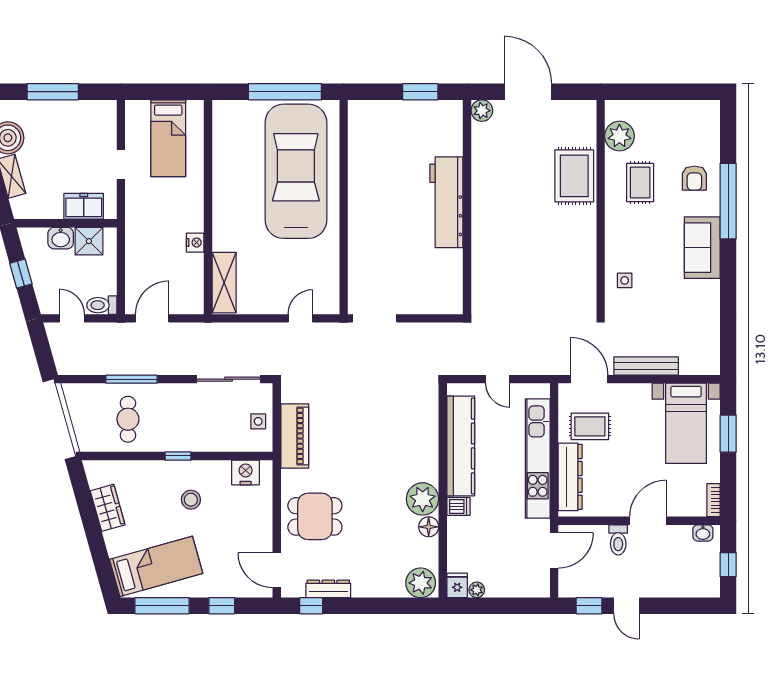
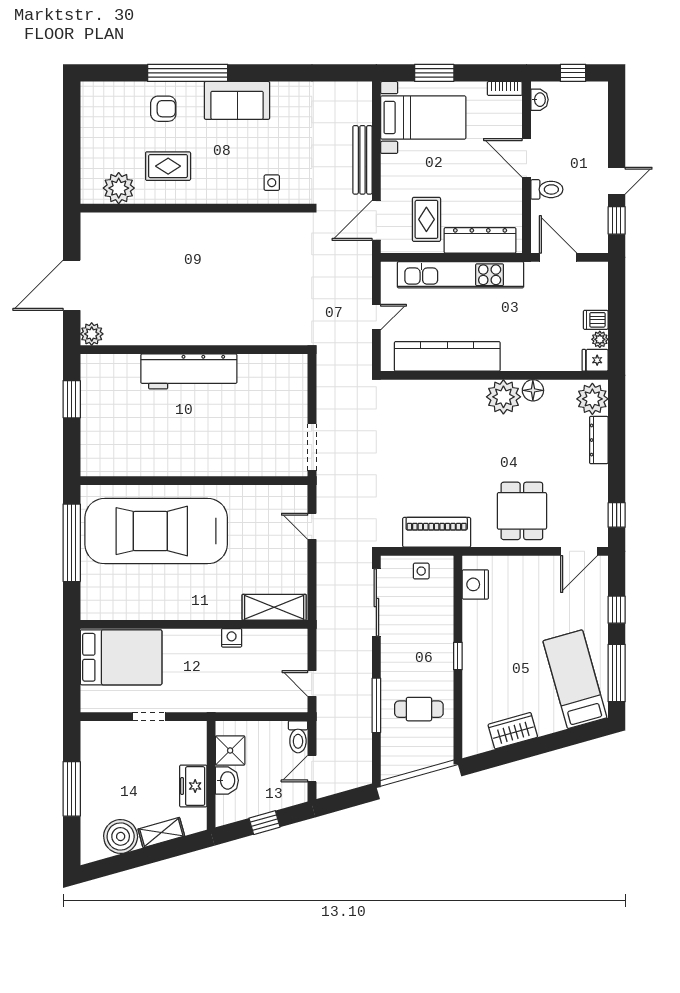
bed: (168, 138) -> (121, 657), width x1.50
rug: (574, 176) -> (161, 236), removed
freezer: (84, 206) -> (193, 786), moved
door: (152, 318) -> (312, 684), width x0.73
stool: (191, 500) -> (504, 642), removed
dishwasher: (458, 506) -> (596, 320), moved, turned -90
dresser: (328, 589) -> (599, 440), moved

